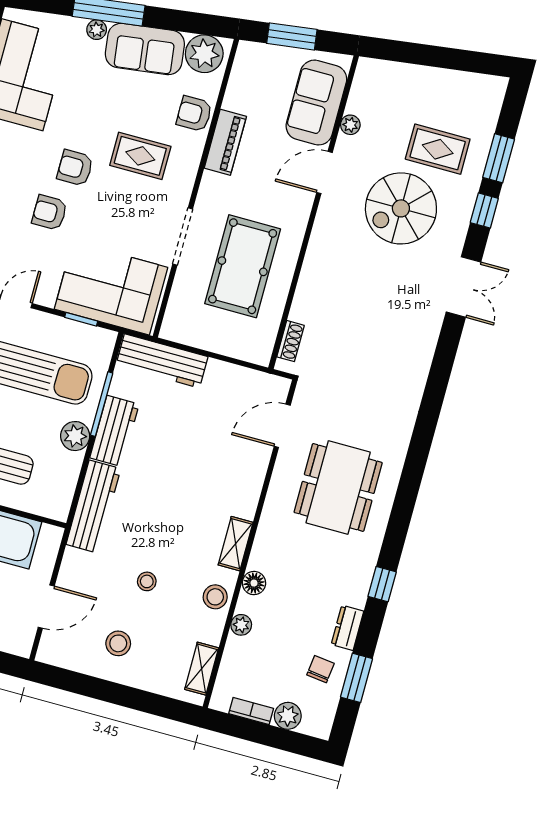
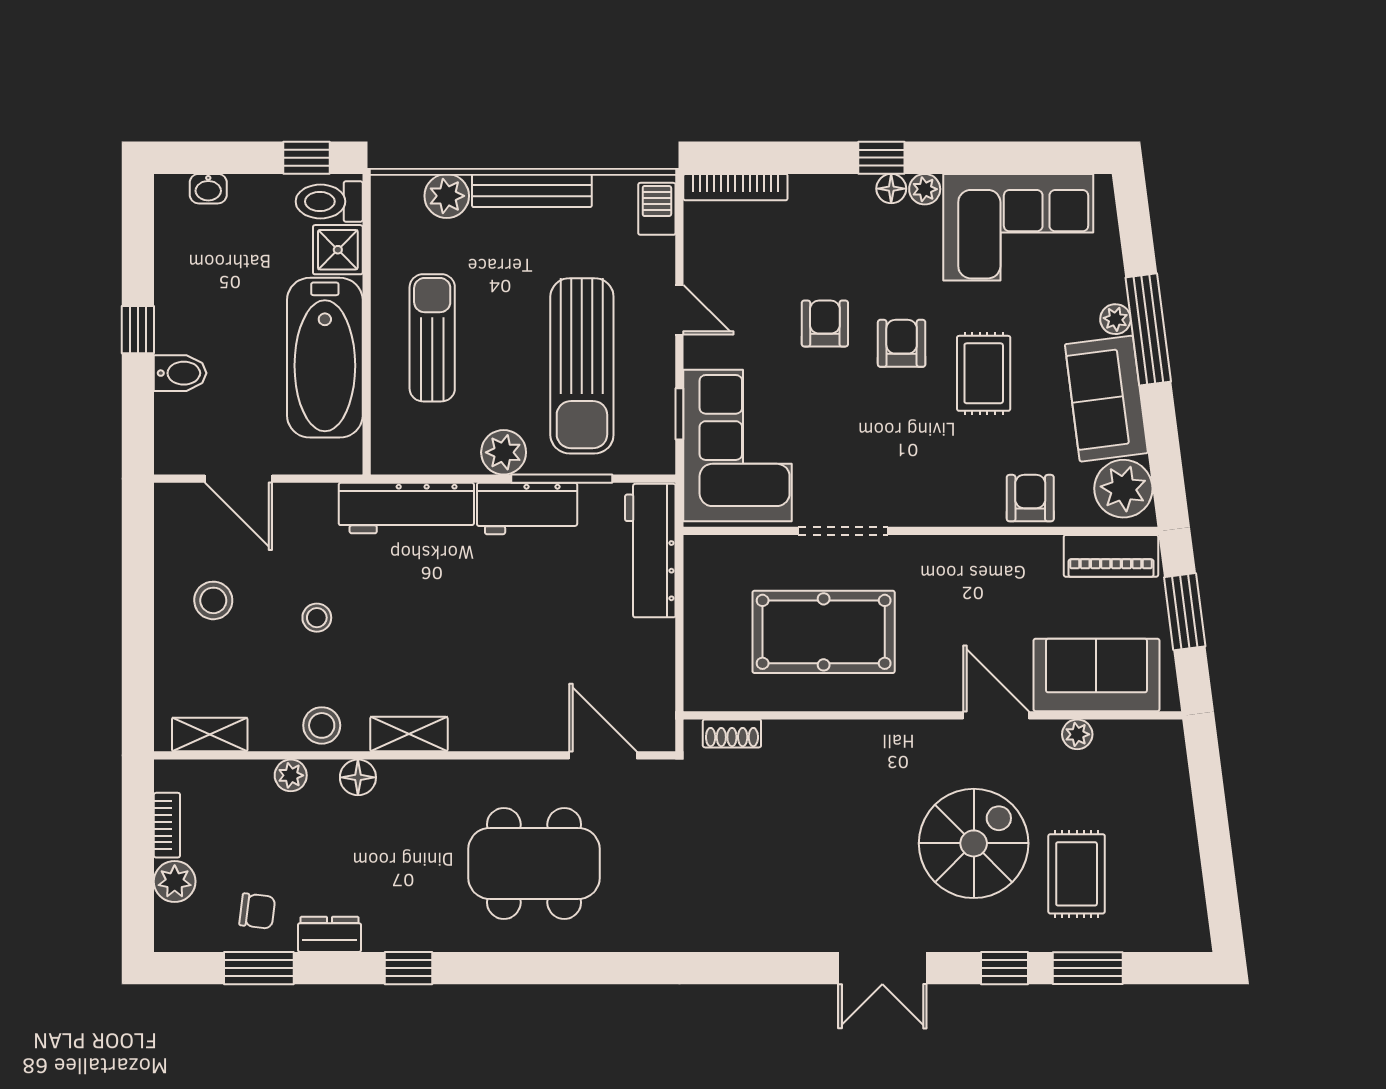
piano: (225, 142) -> (1111, 556), moved
rug: (140, 156) -> (984, 373), moved
spiral stairs: (401, 208) -> (974, 843), turned 90

